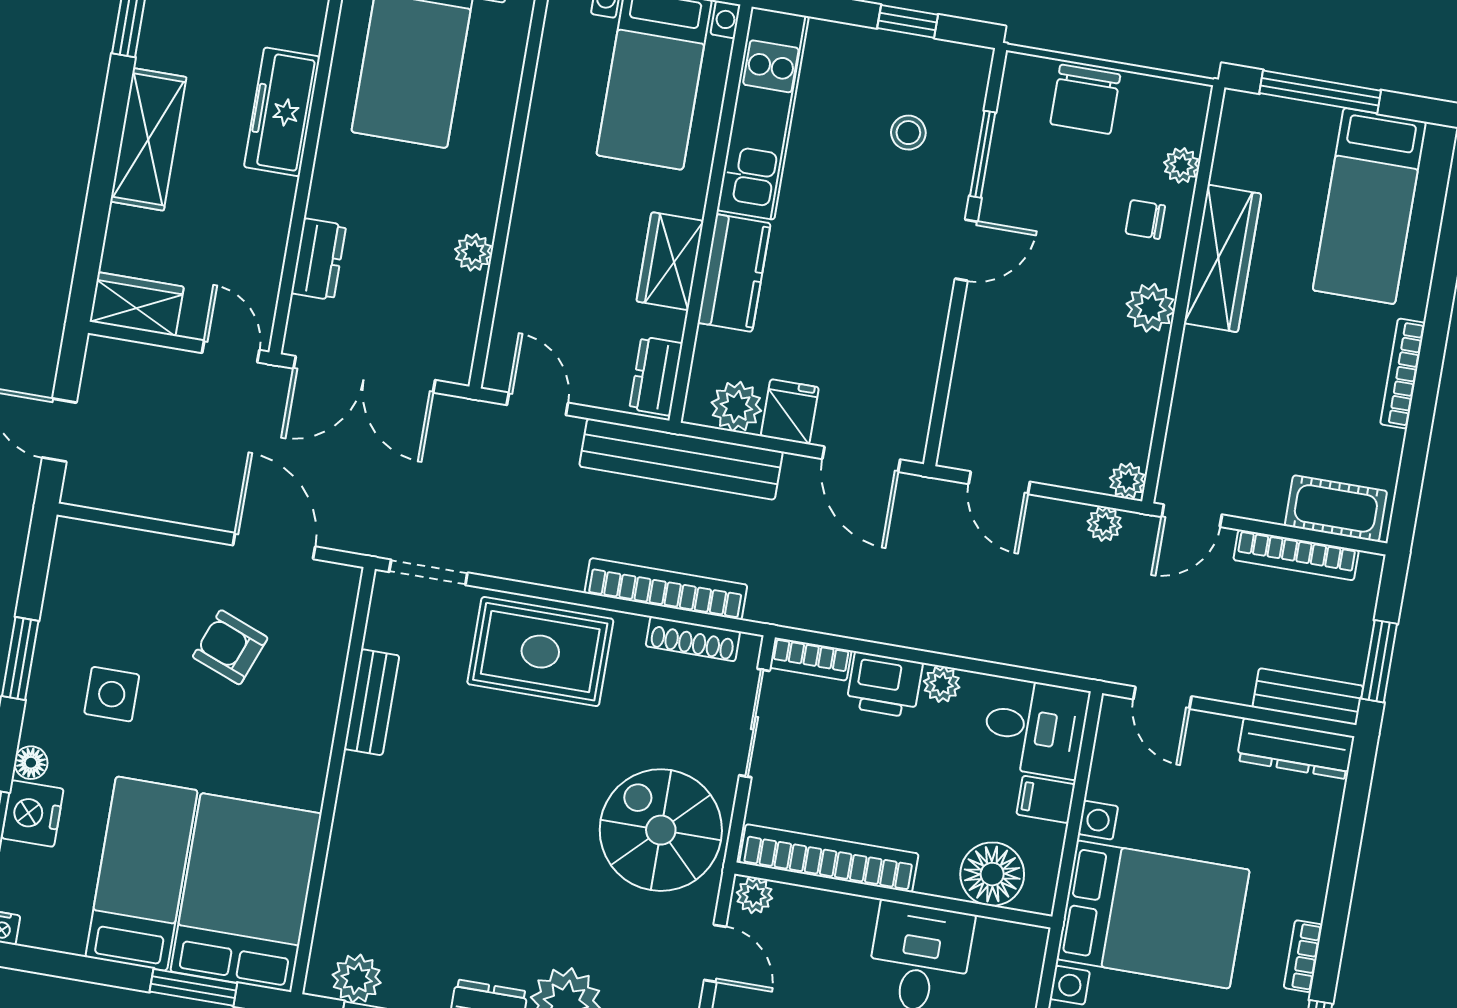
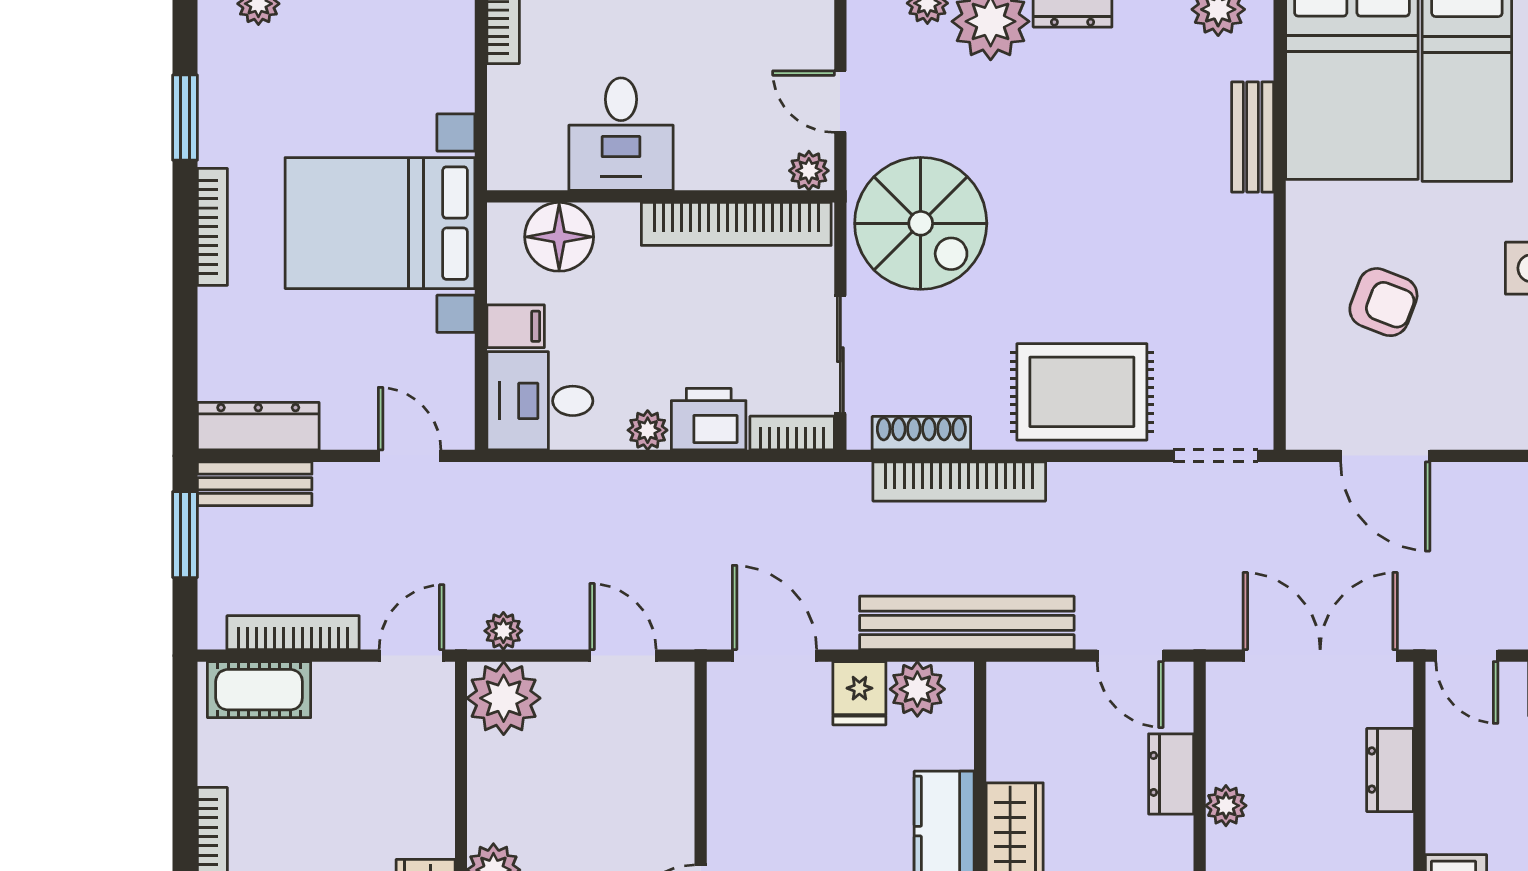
dresser: (656, 376) -> (1171, 774), moved, turned 180
plant: (1127, 481) -> (504, 698), width x1.87, depth x1.87
armchair: (230, 647) -> (1383, 302), moved
bench: (372, 702) -> (1253, 137), moved
bookcase: (1303, 956) -> (212, 227), width x1.56

